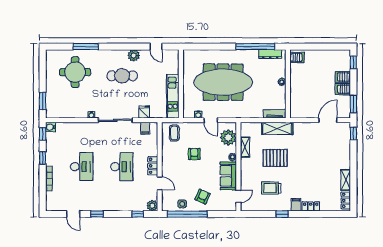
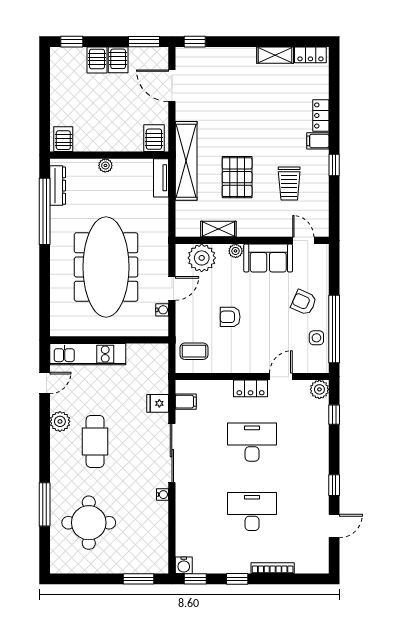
kitchen unit: (173, 96) -> (88, 354), moved
server rack: (298, 110) -> (154, 138), added
shelving: (277, 128) -> (186, 161), width x1.47

